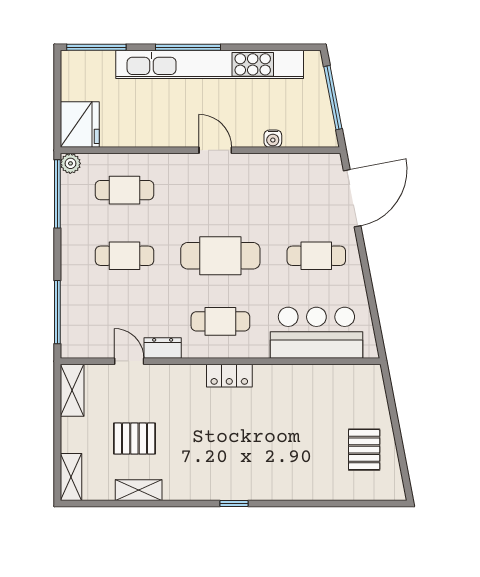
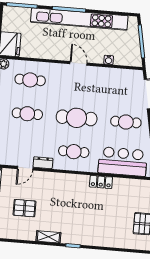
door: (129, 361) -> (25, 168), swing flipped
locker: (229, 376) -> (101, 182), moved
shelving: (139, 490) -> (48, 237), moved

